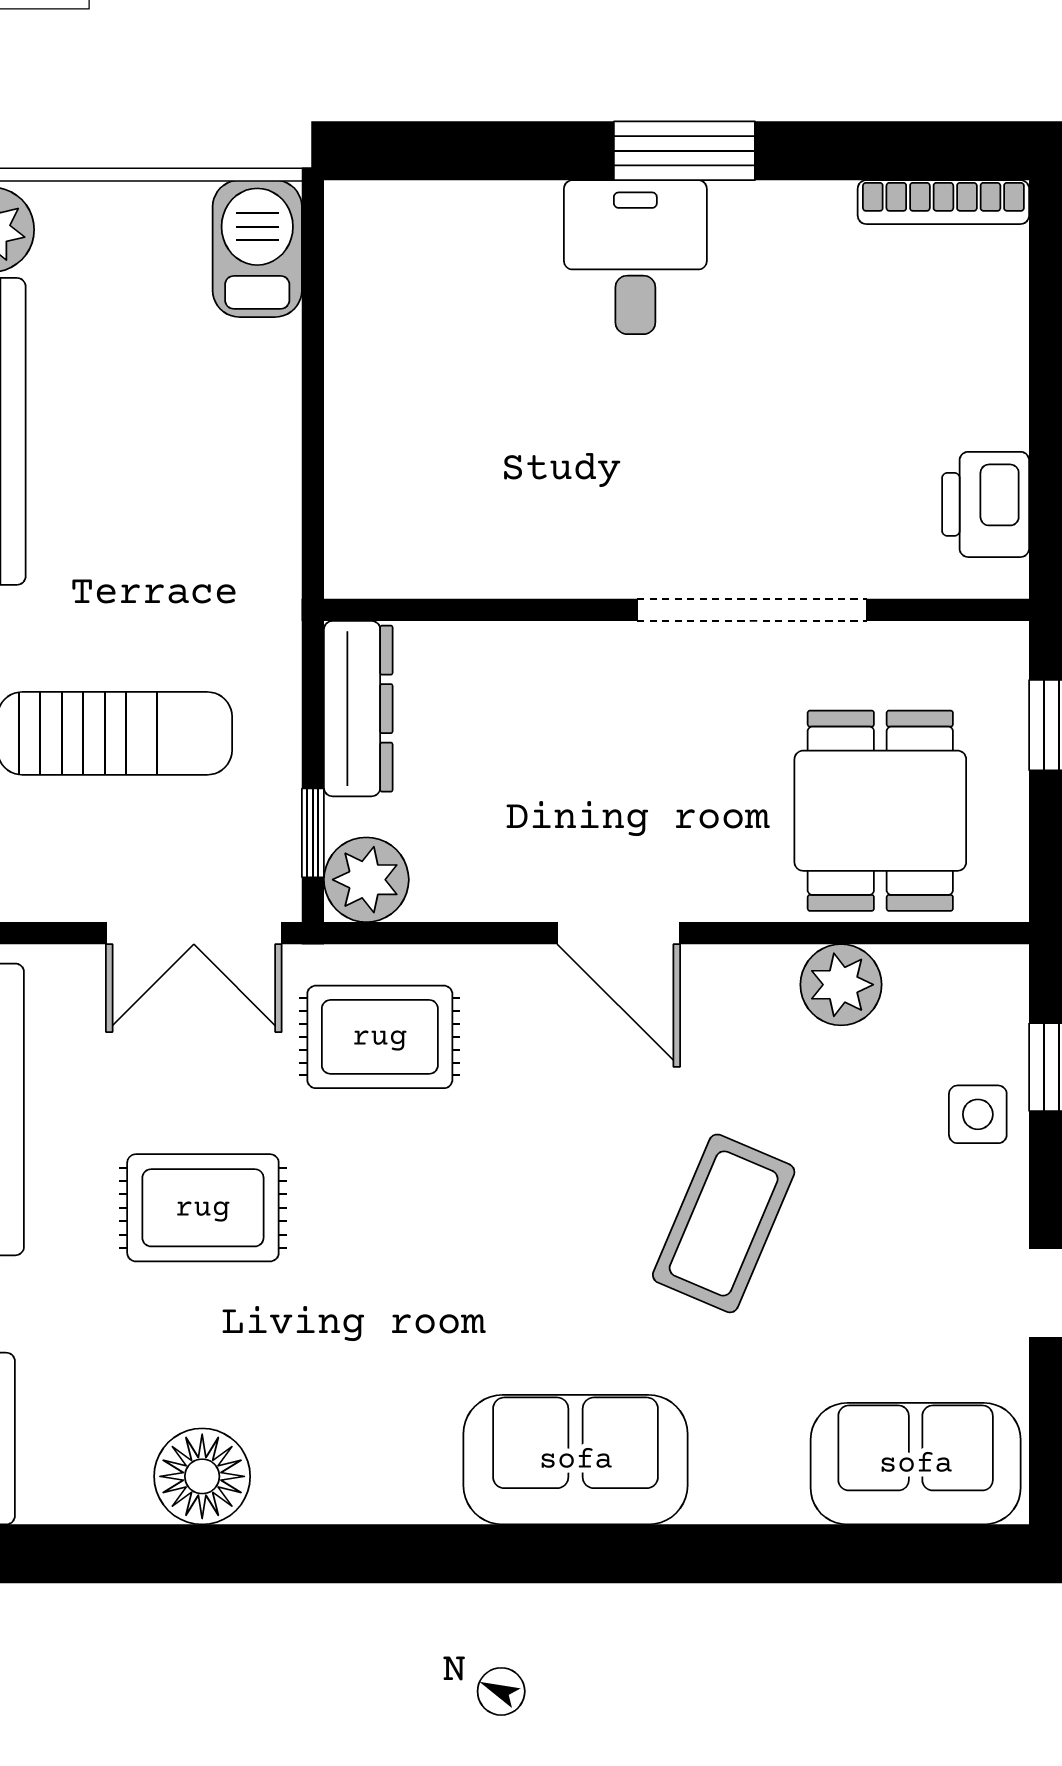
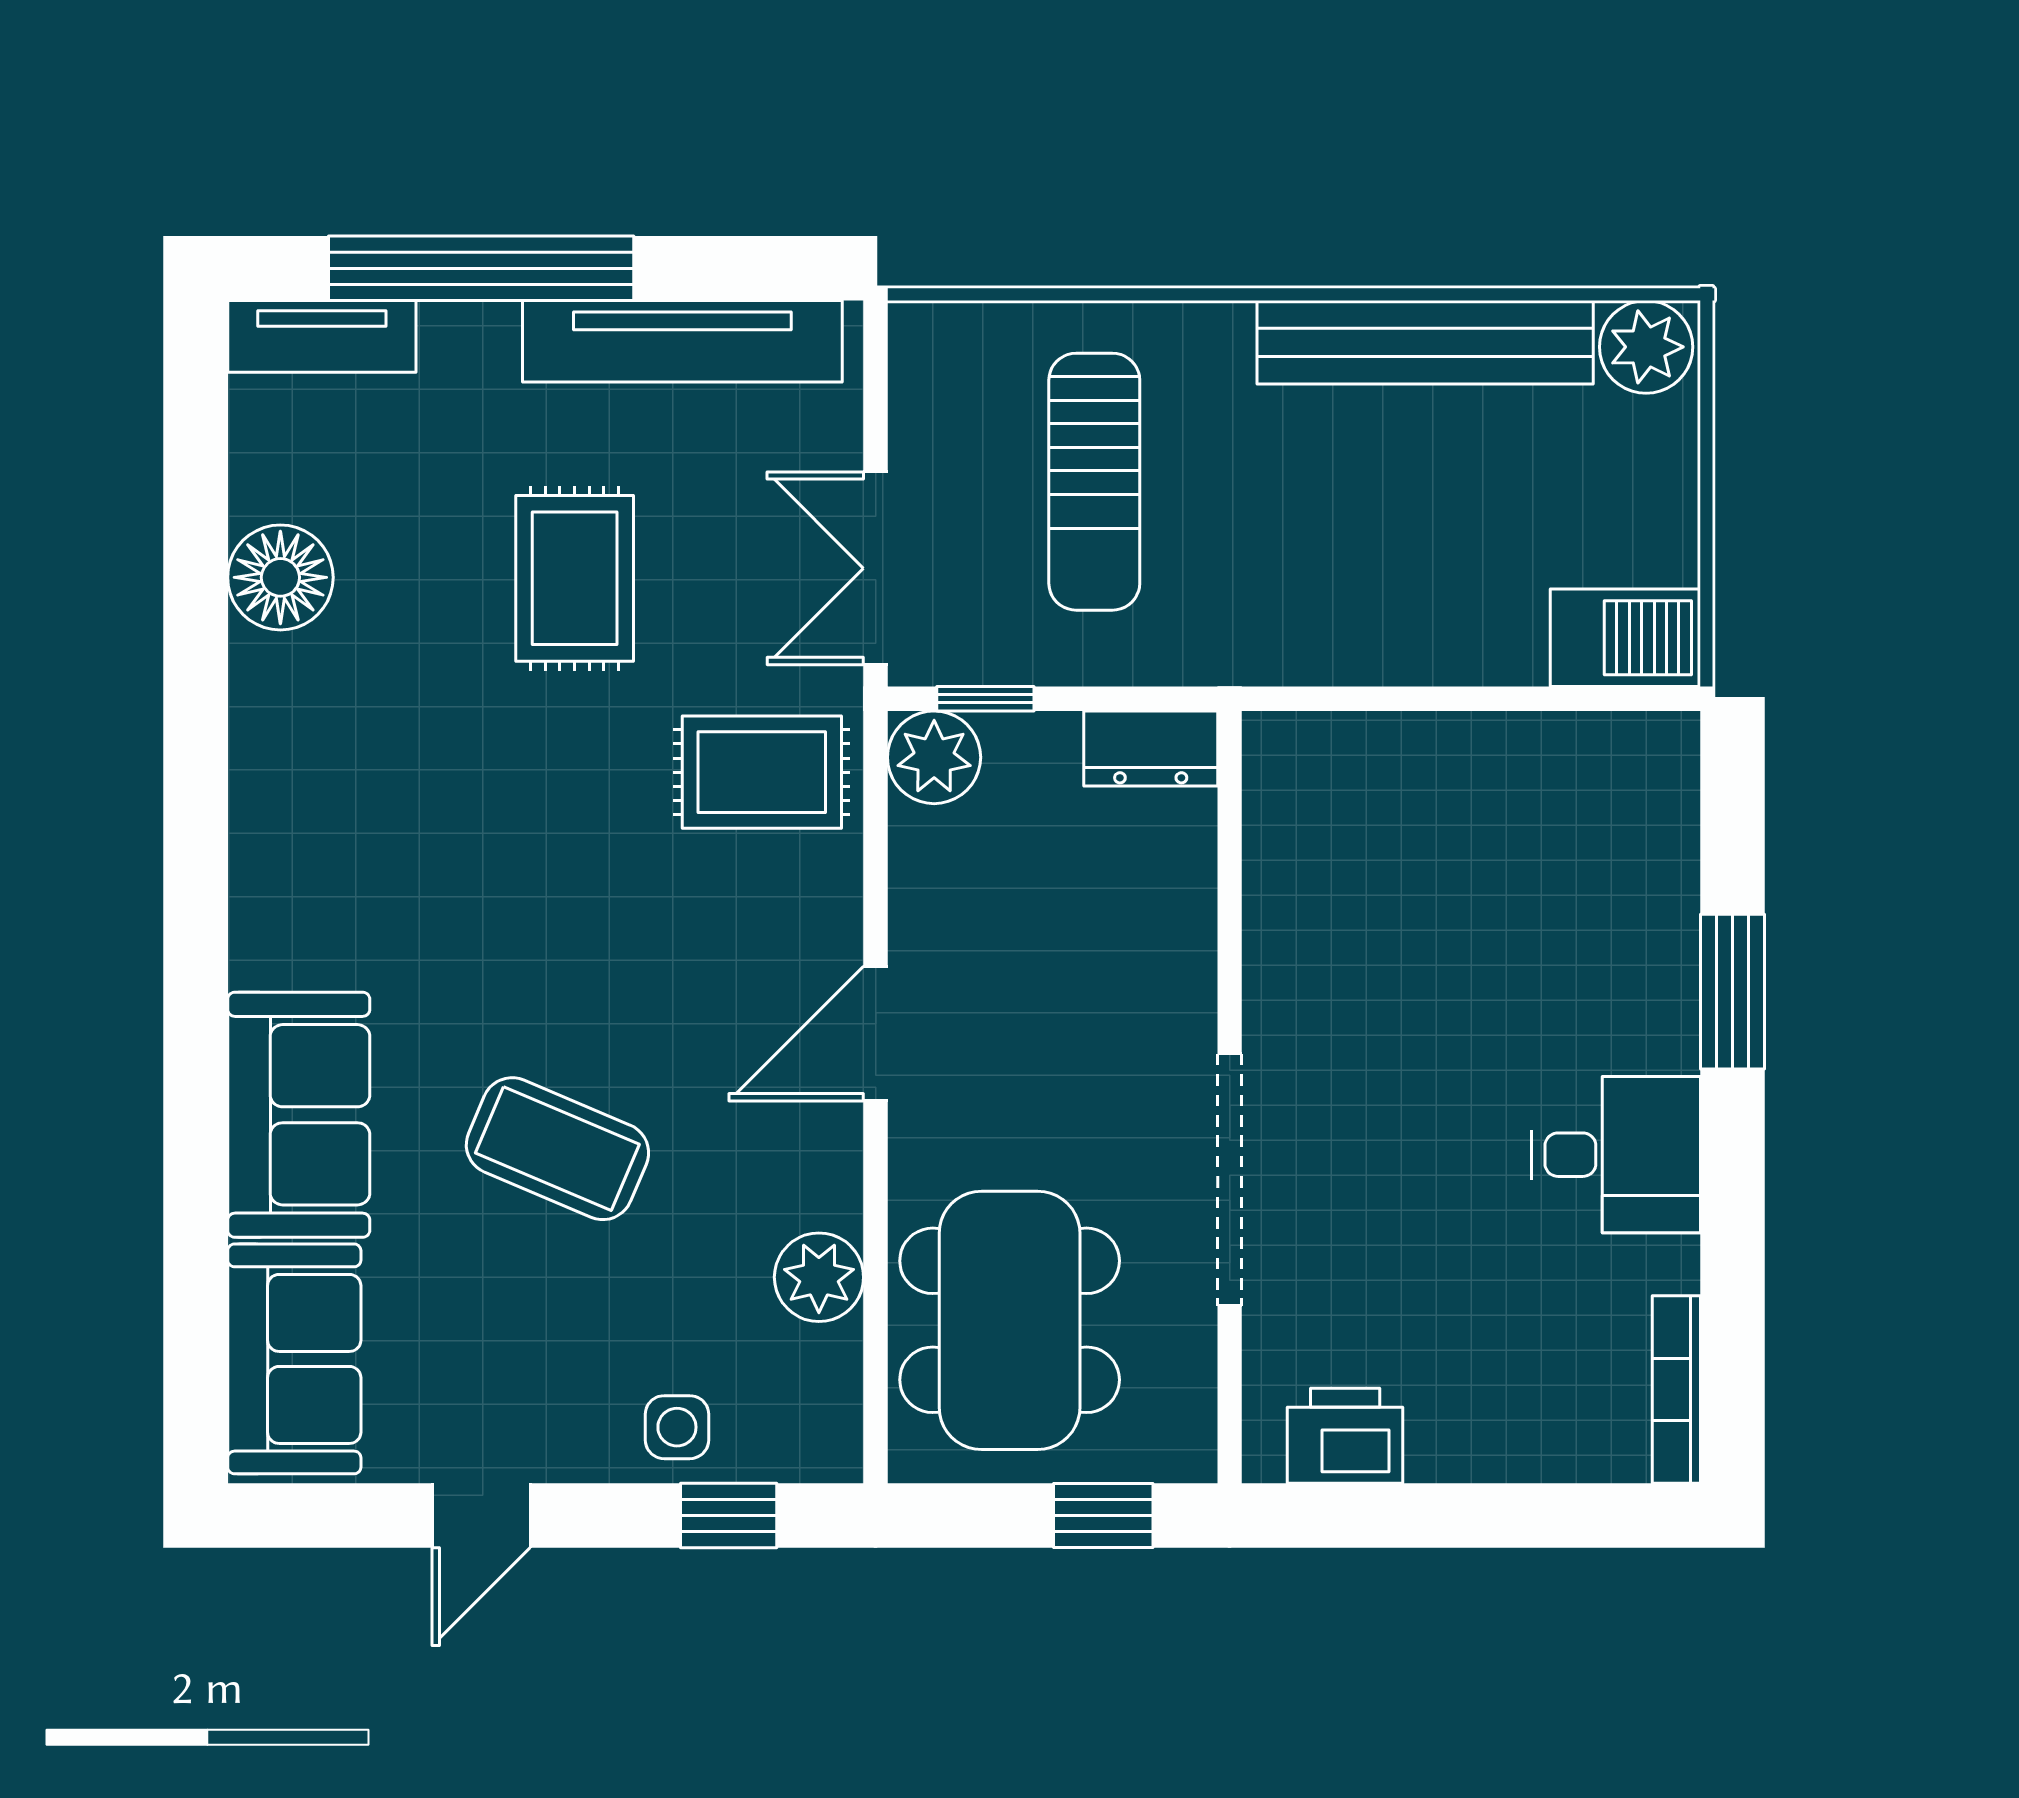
window: (684, 151) -> (1733, 992), moved
desk: (635, 257) -> (1616, 1155), moved
dresser: (358, 709) -> (1151, 748), width x0.70
dining table: (880, 811) -> (1010, 1320), width x1.38
rug: (380, 1037) -> (762, 772), turned 90
sofa: (576, 1460) -> (299, 1115), moved

